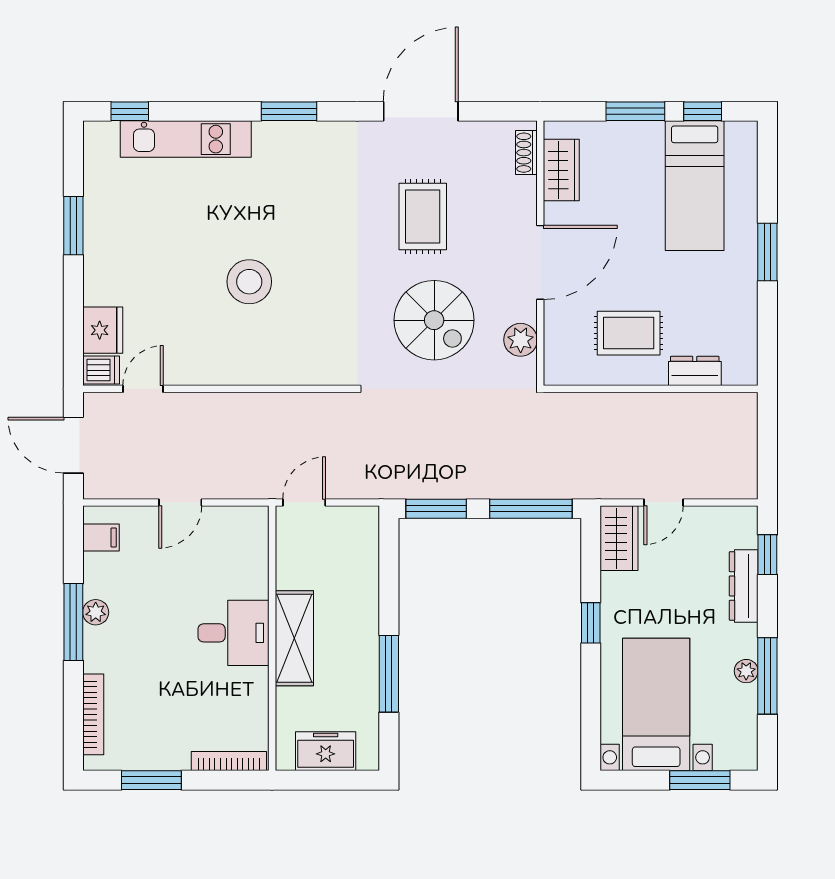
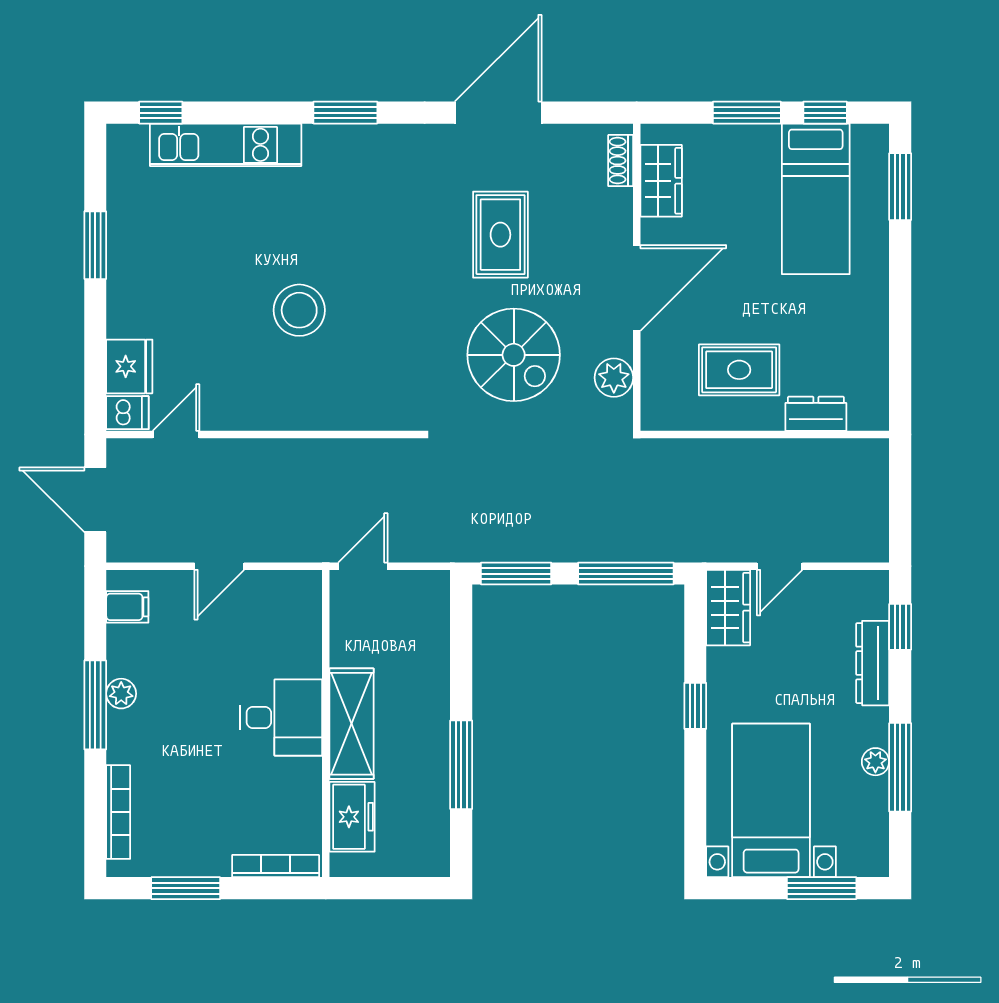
window: (767, 252) -> (900, 187), moved
freezer: (326, 751) -> (352, 817), moved, turned 90

